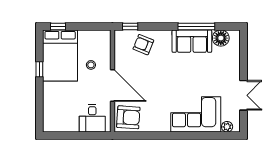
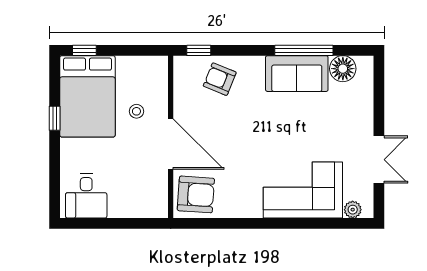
desk: (92, 118) -> (86, 196), moved

